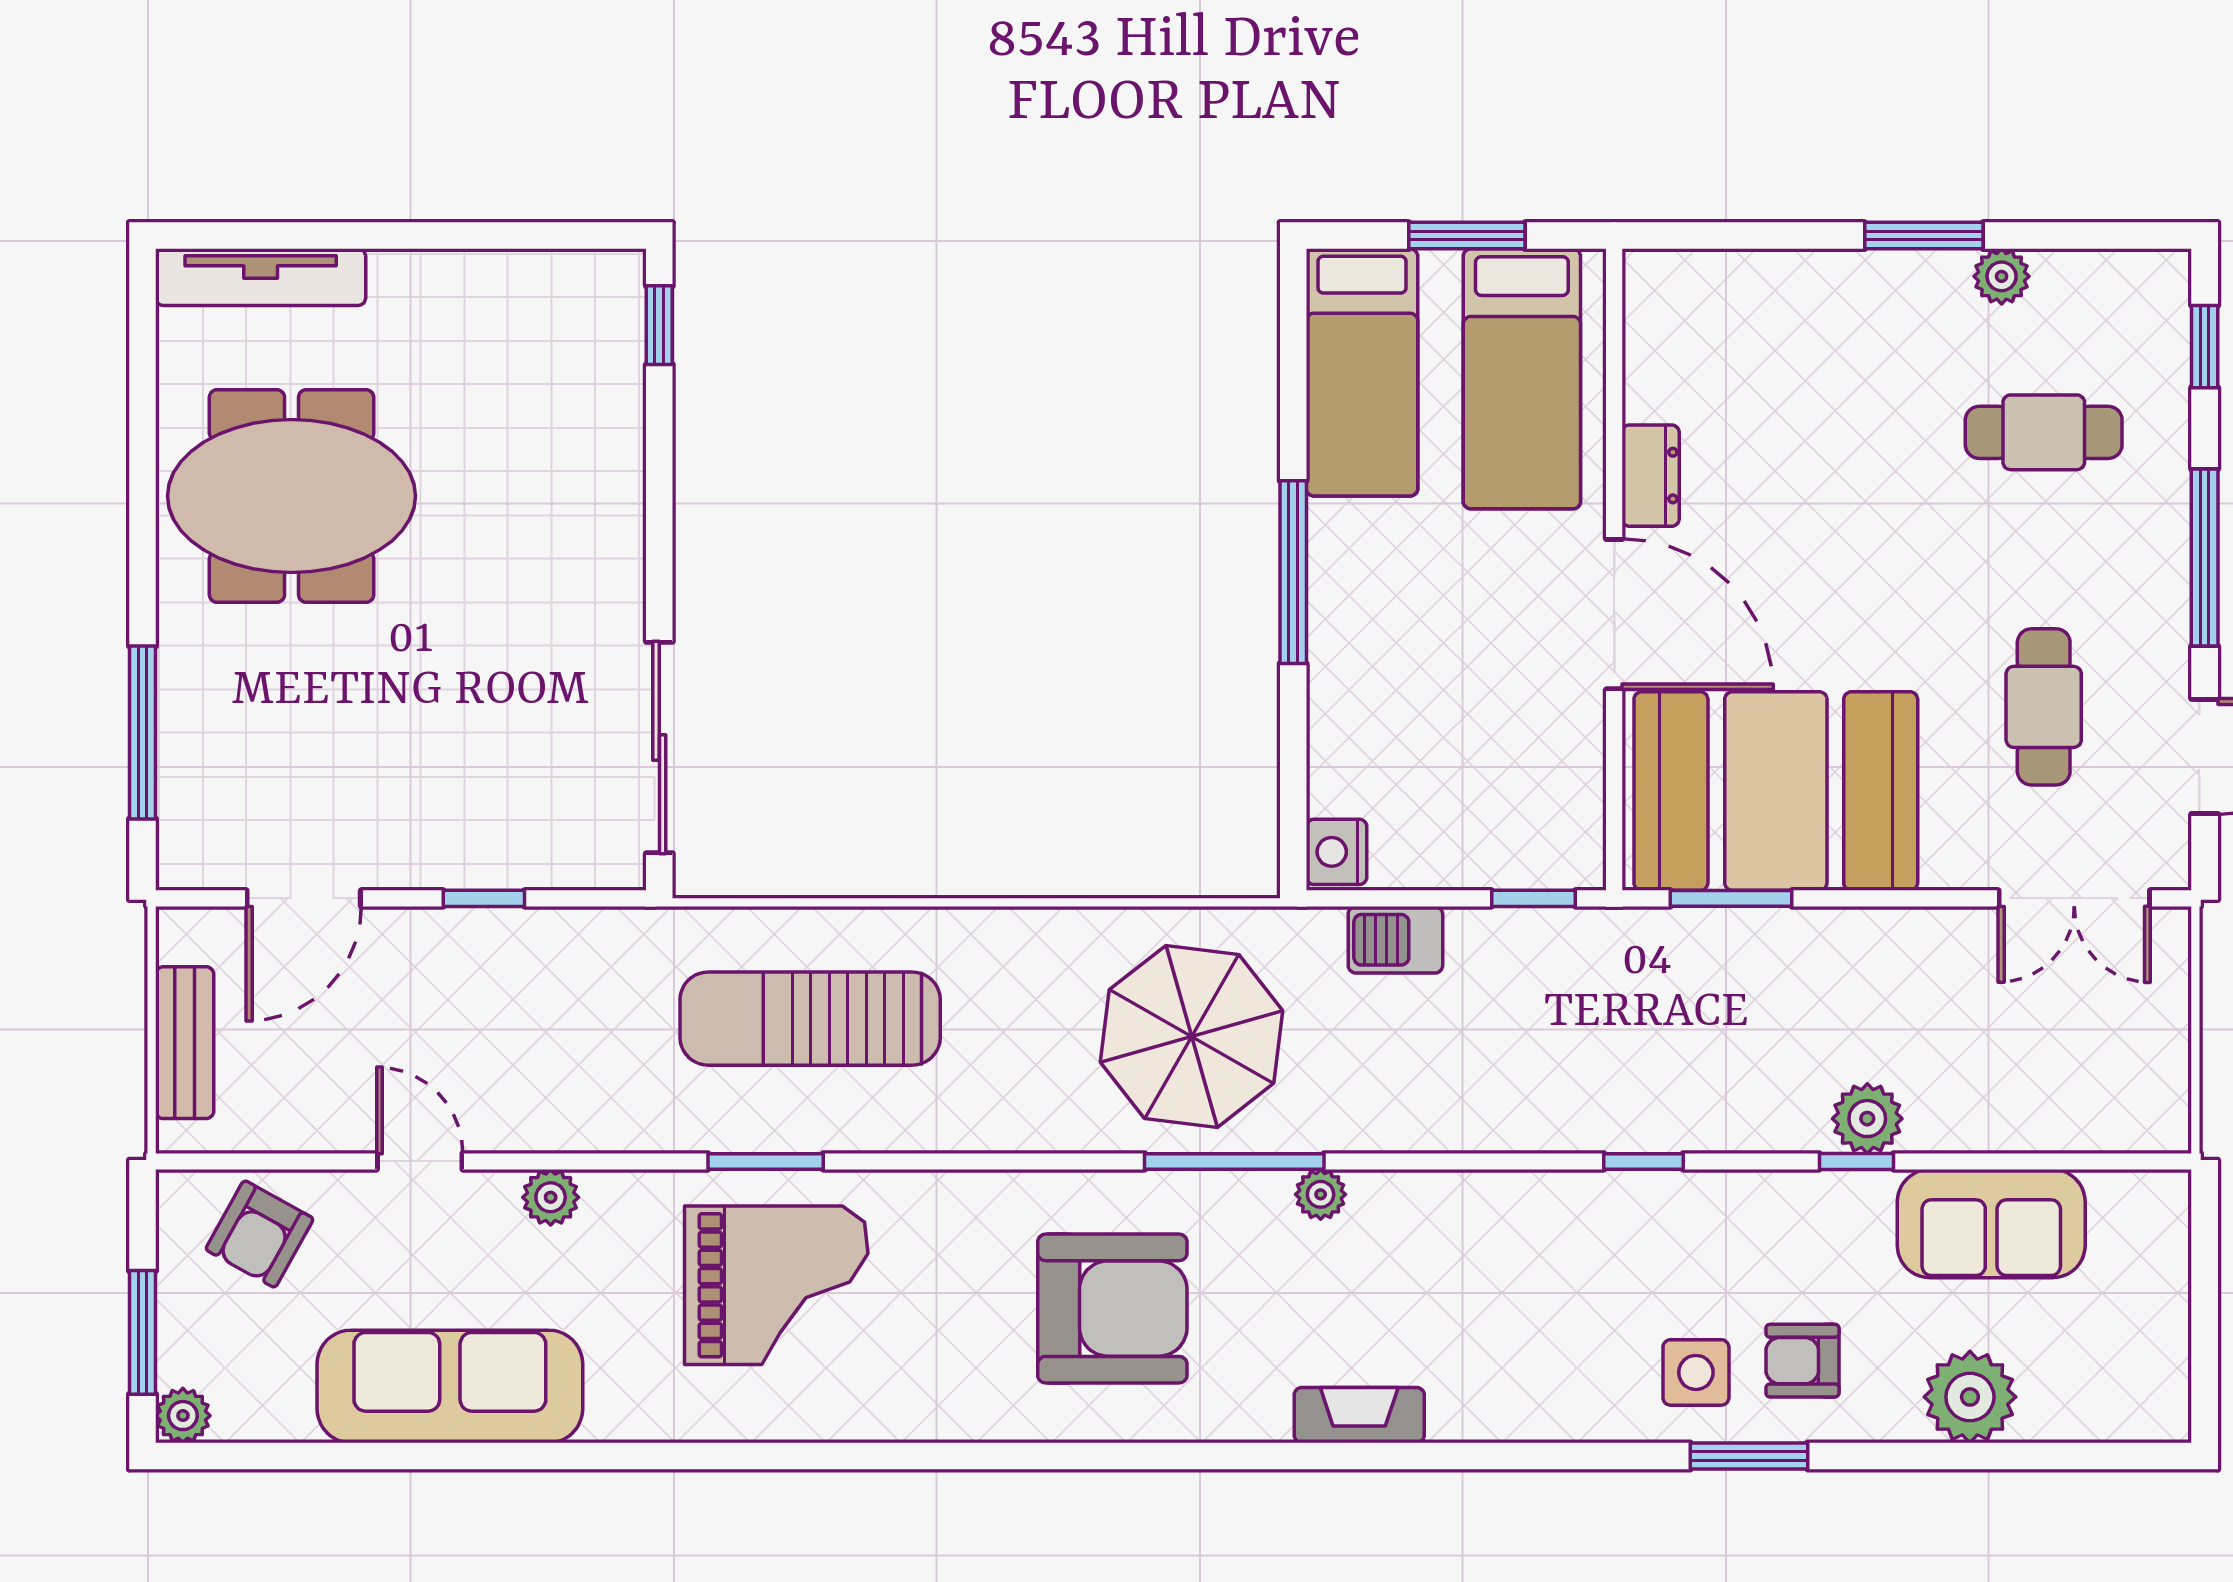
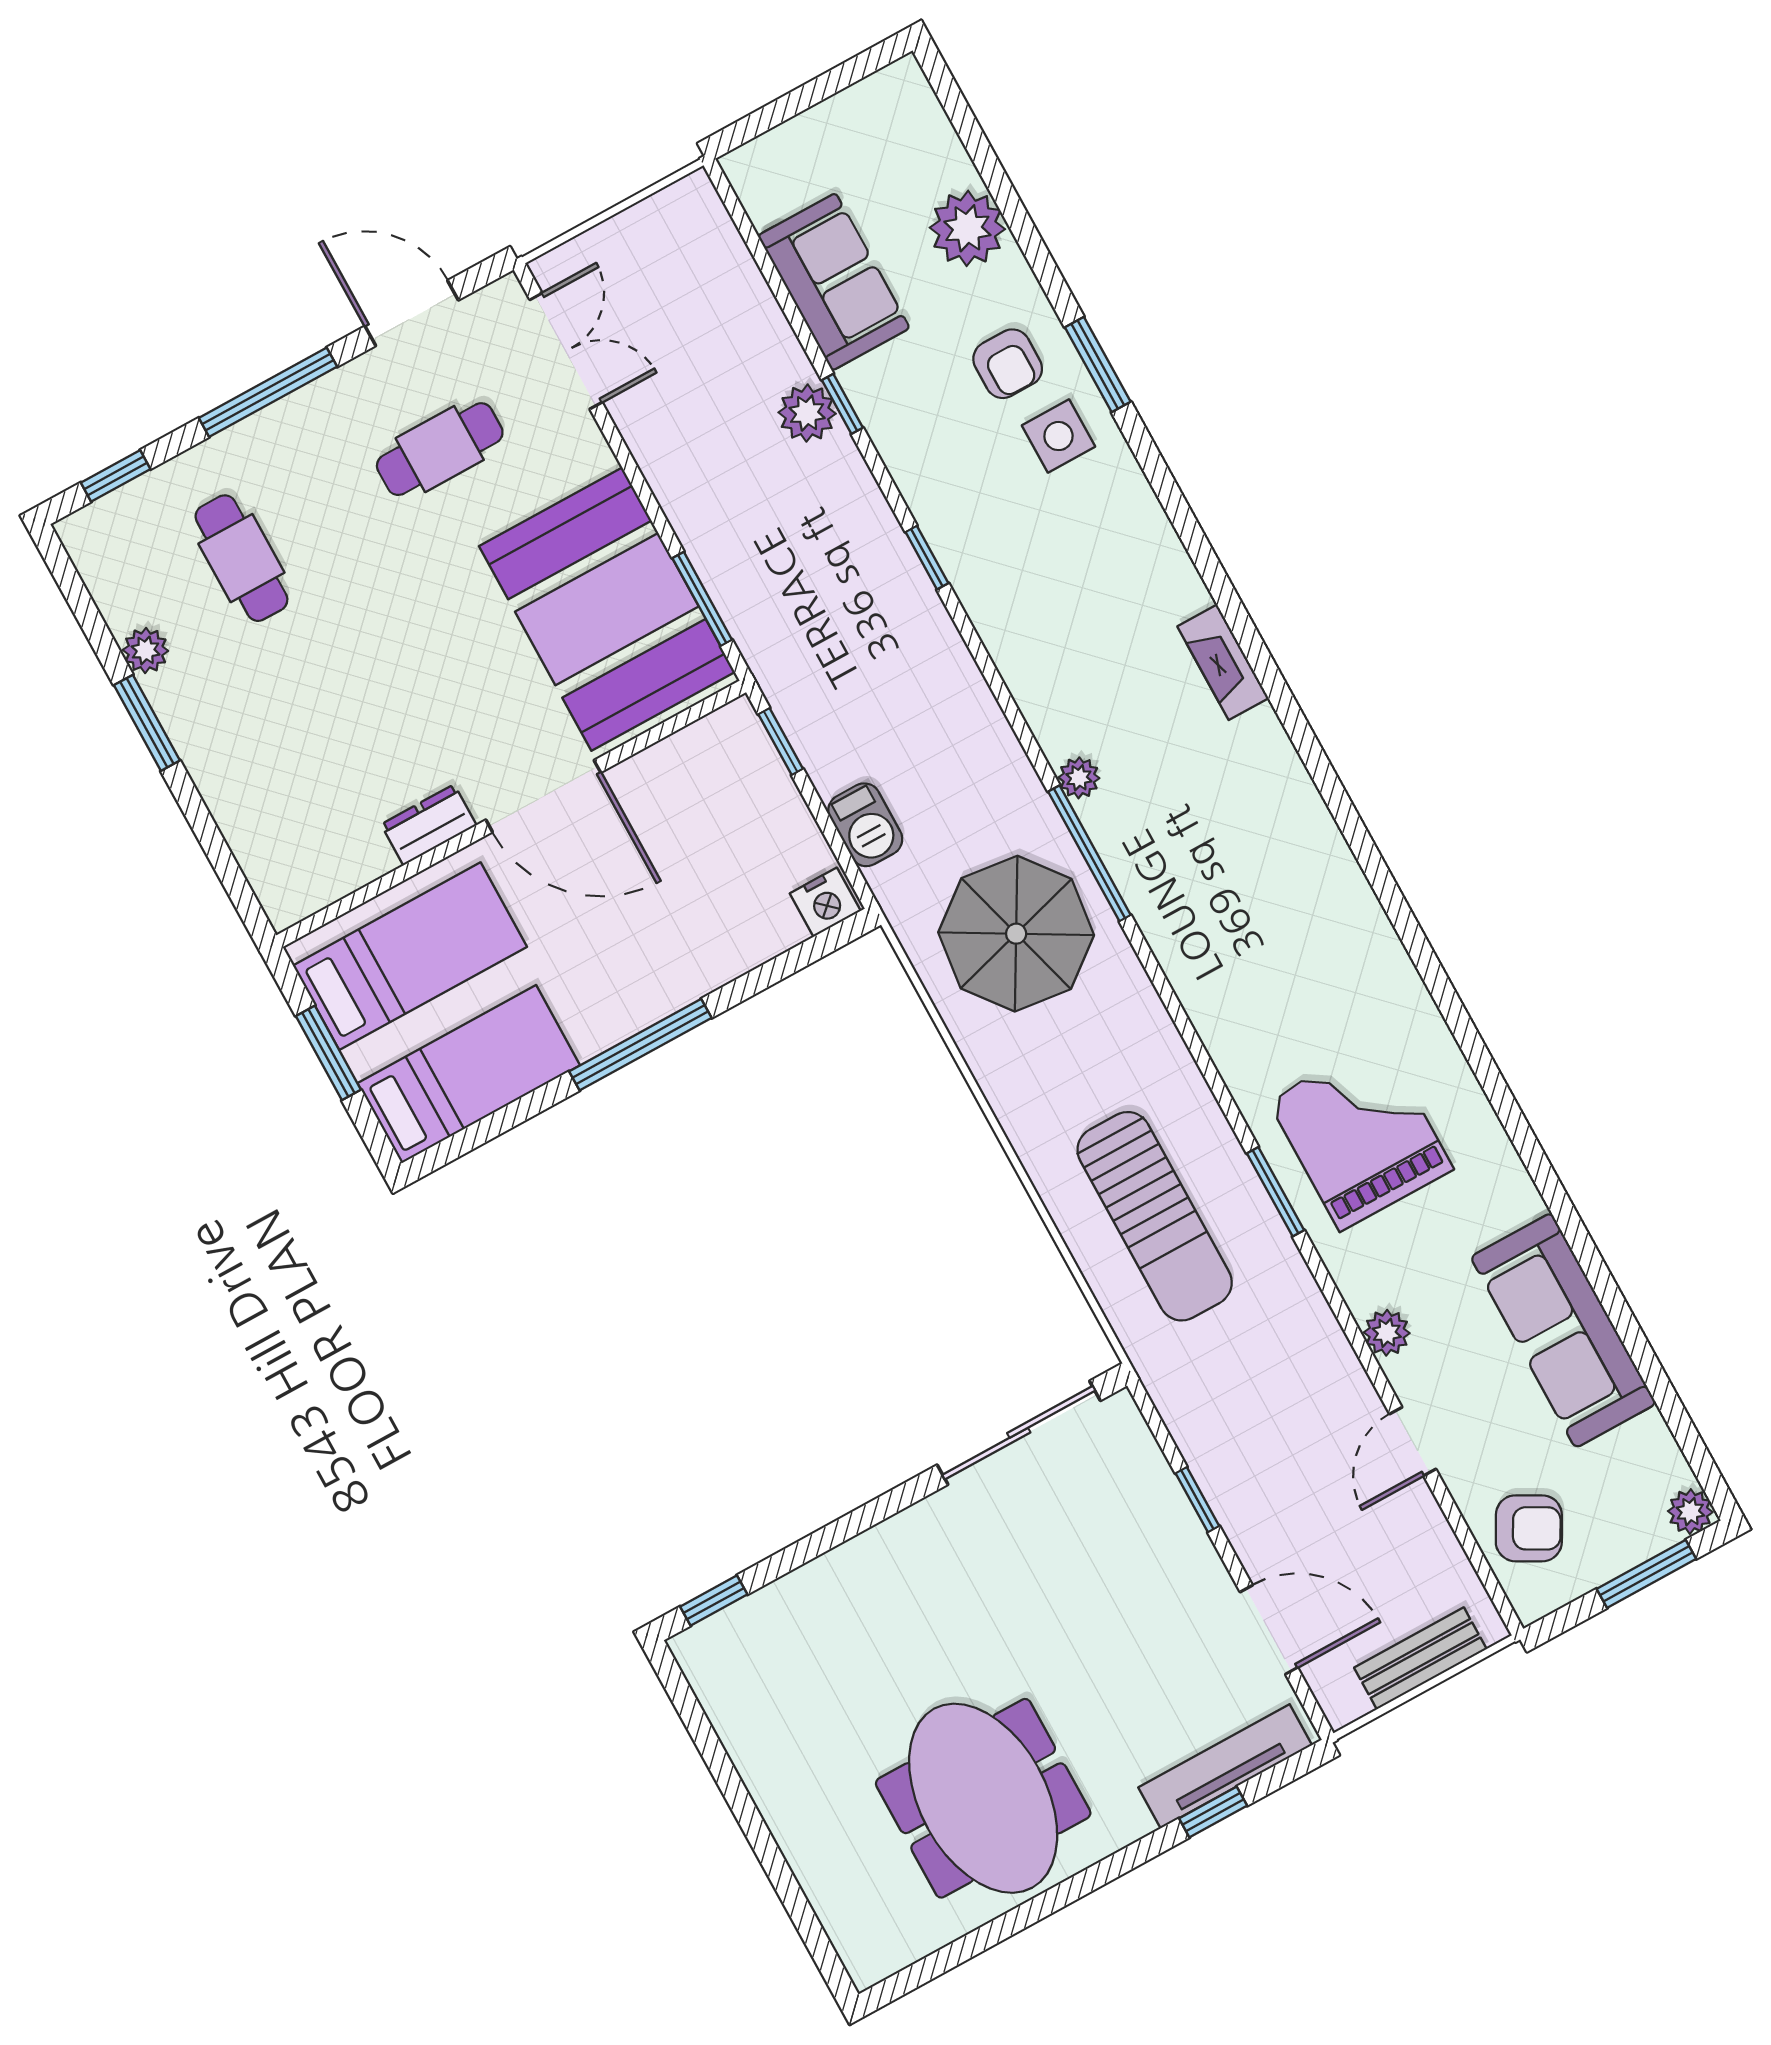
tv unit: (261, 277) -> (1225, 1766), moved, turned -90
door: (1614, 614) -> (543, 796), swing flipped
window: (142, 732) -> (1213, 1812), width x0.46
armchair: (1112, 1309) -> (1244, 883), removed

